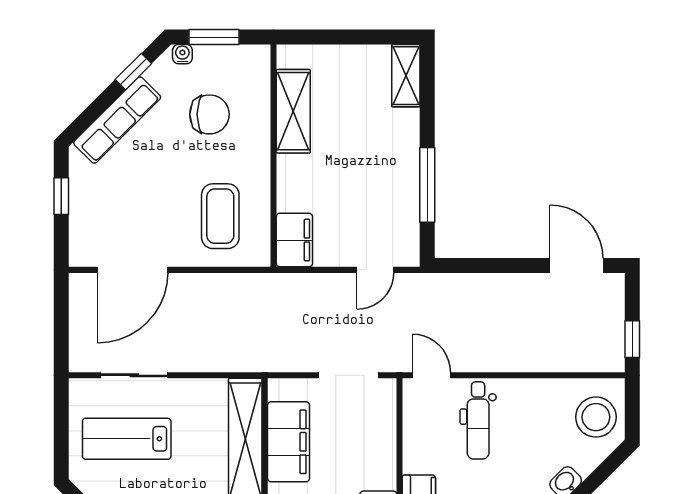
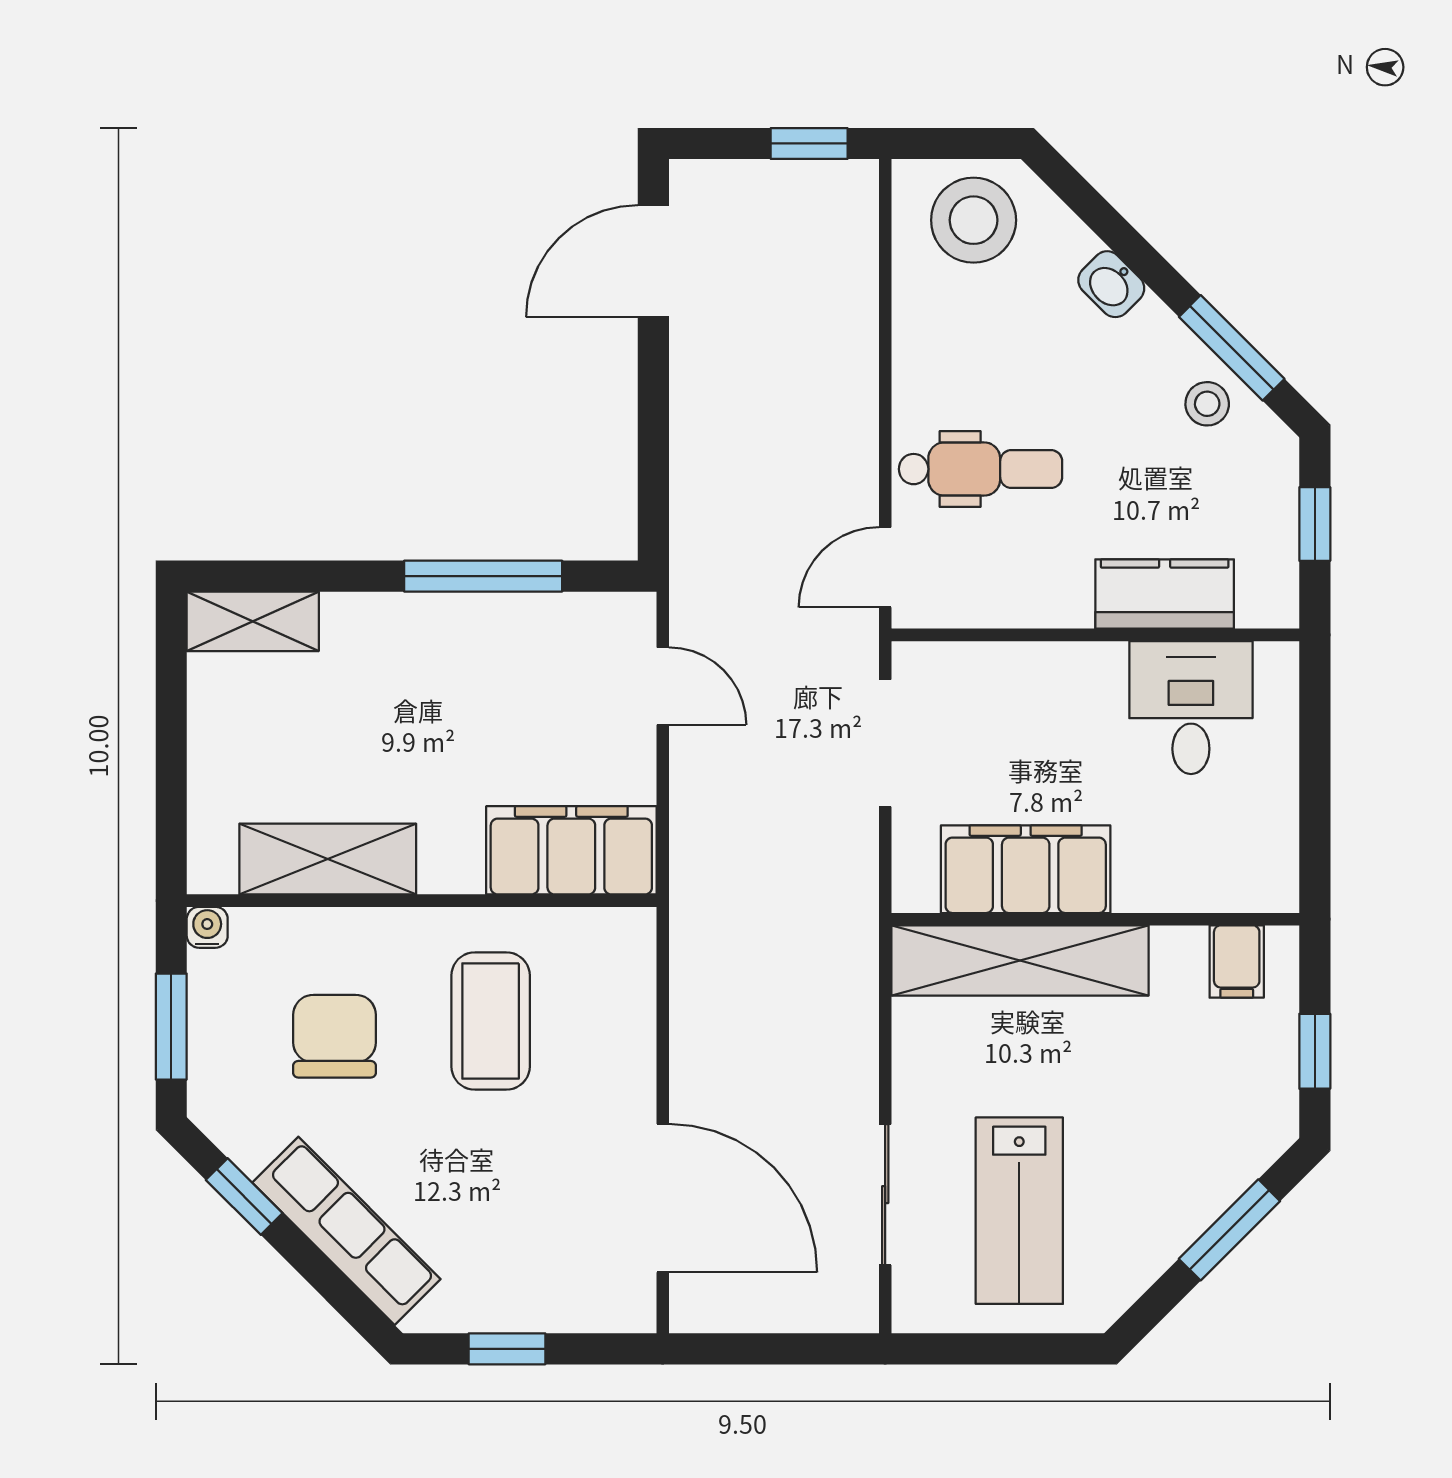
water cooler: (182, 54) -> (207, 927), moved, turned 90
coffee table: (220, 216) -> (491, 1021), moved, turned 90
filing cabinet: (294, 240) -> (571, 850), width x1.50, depth x1.17

